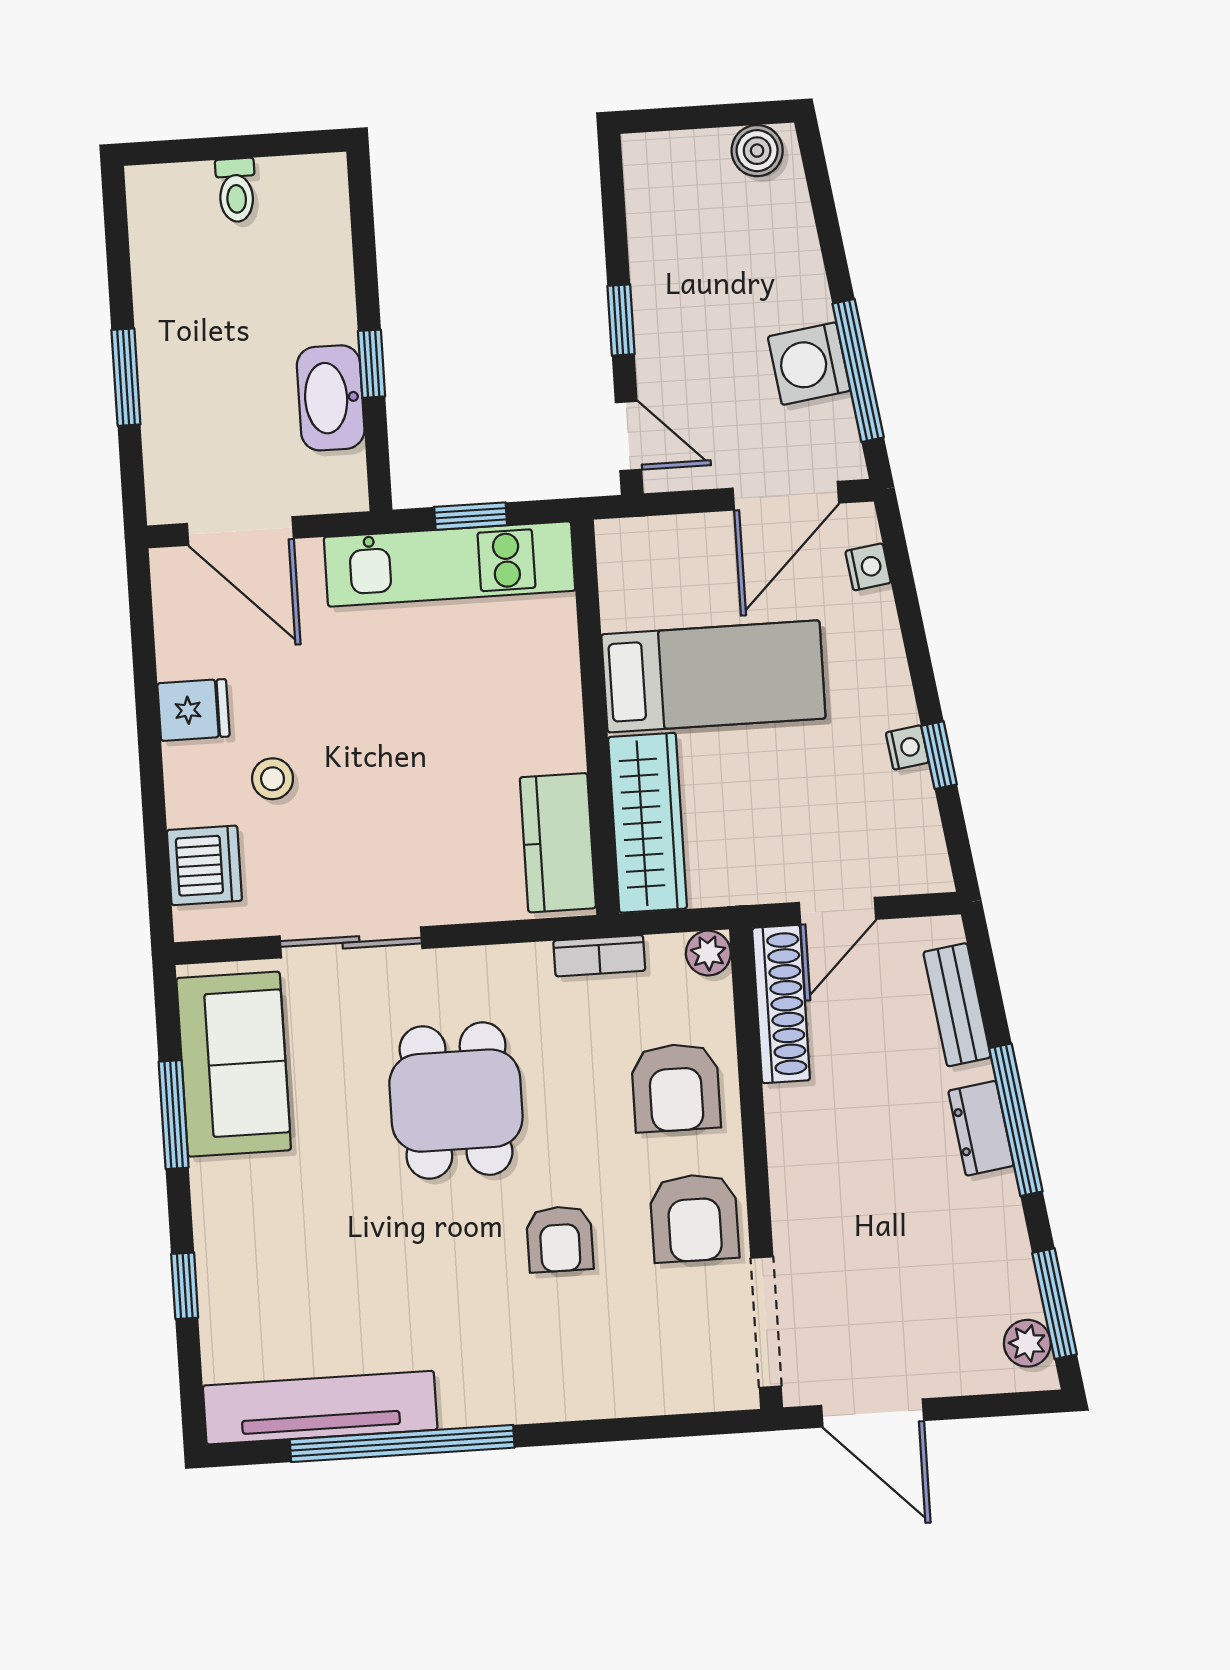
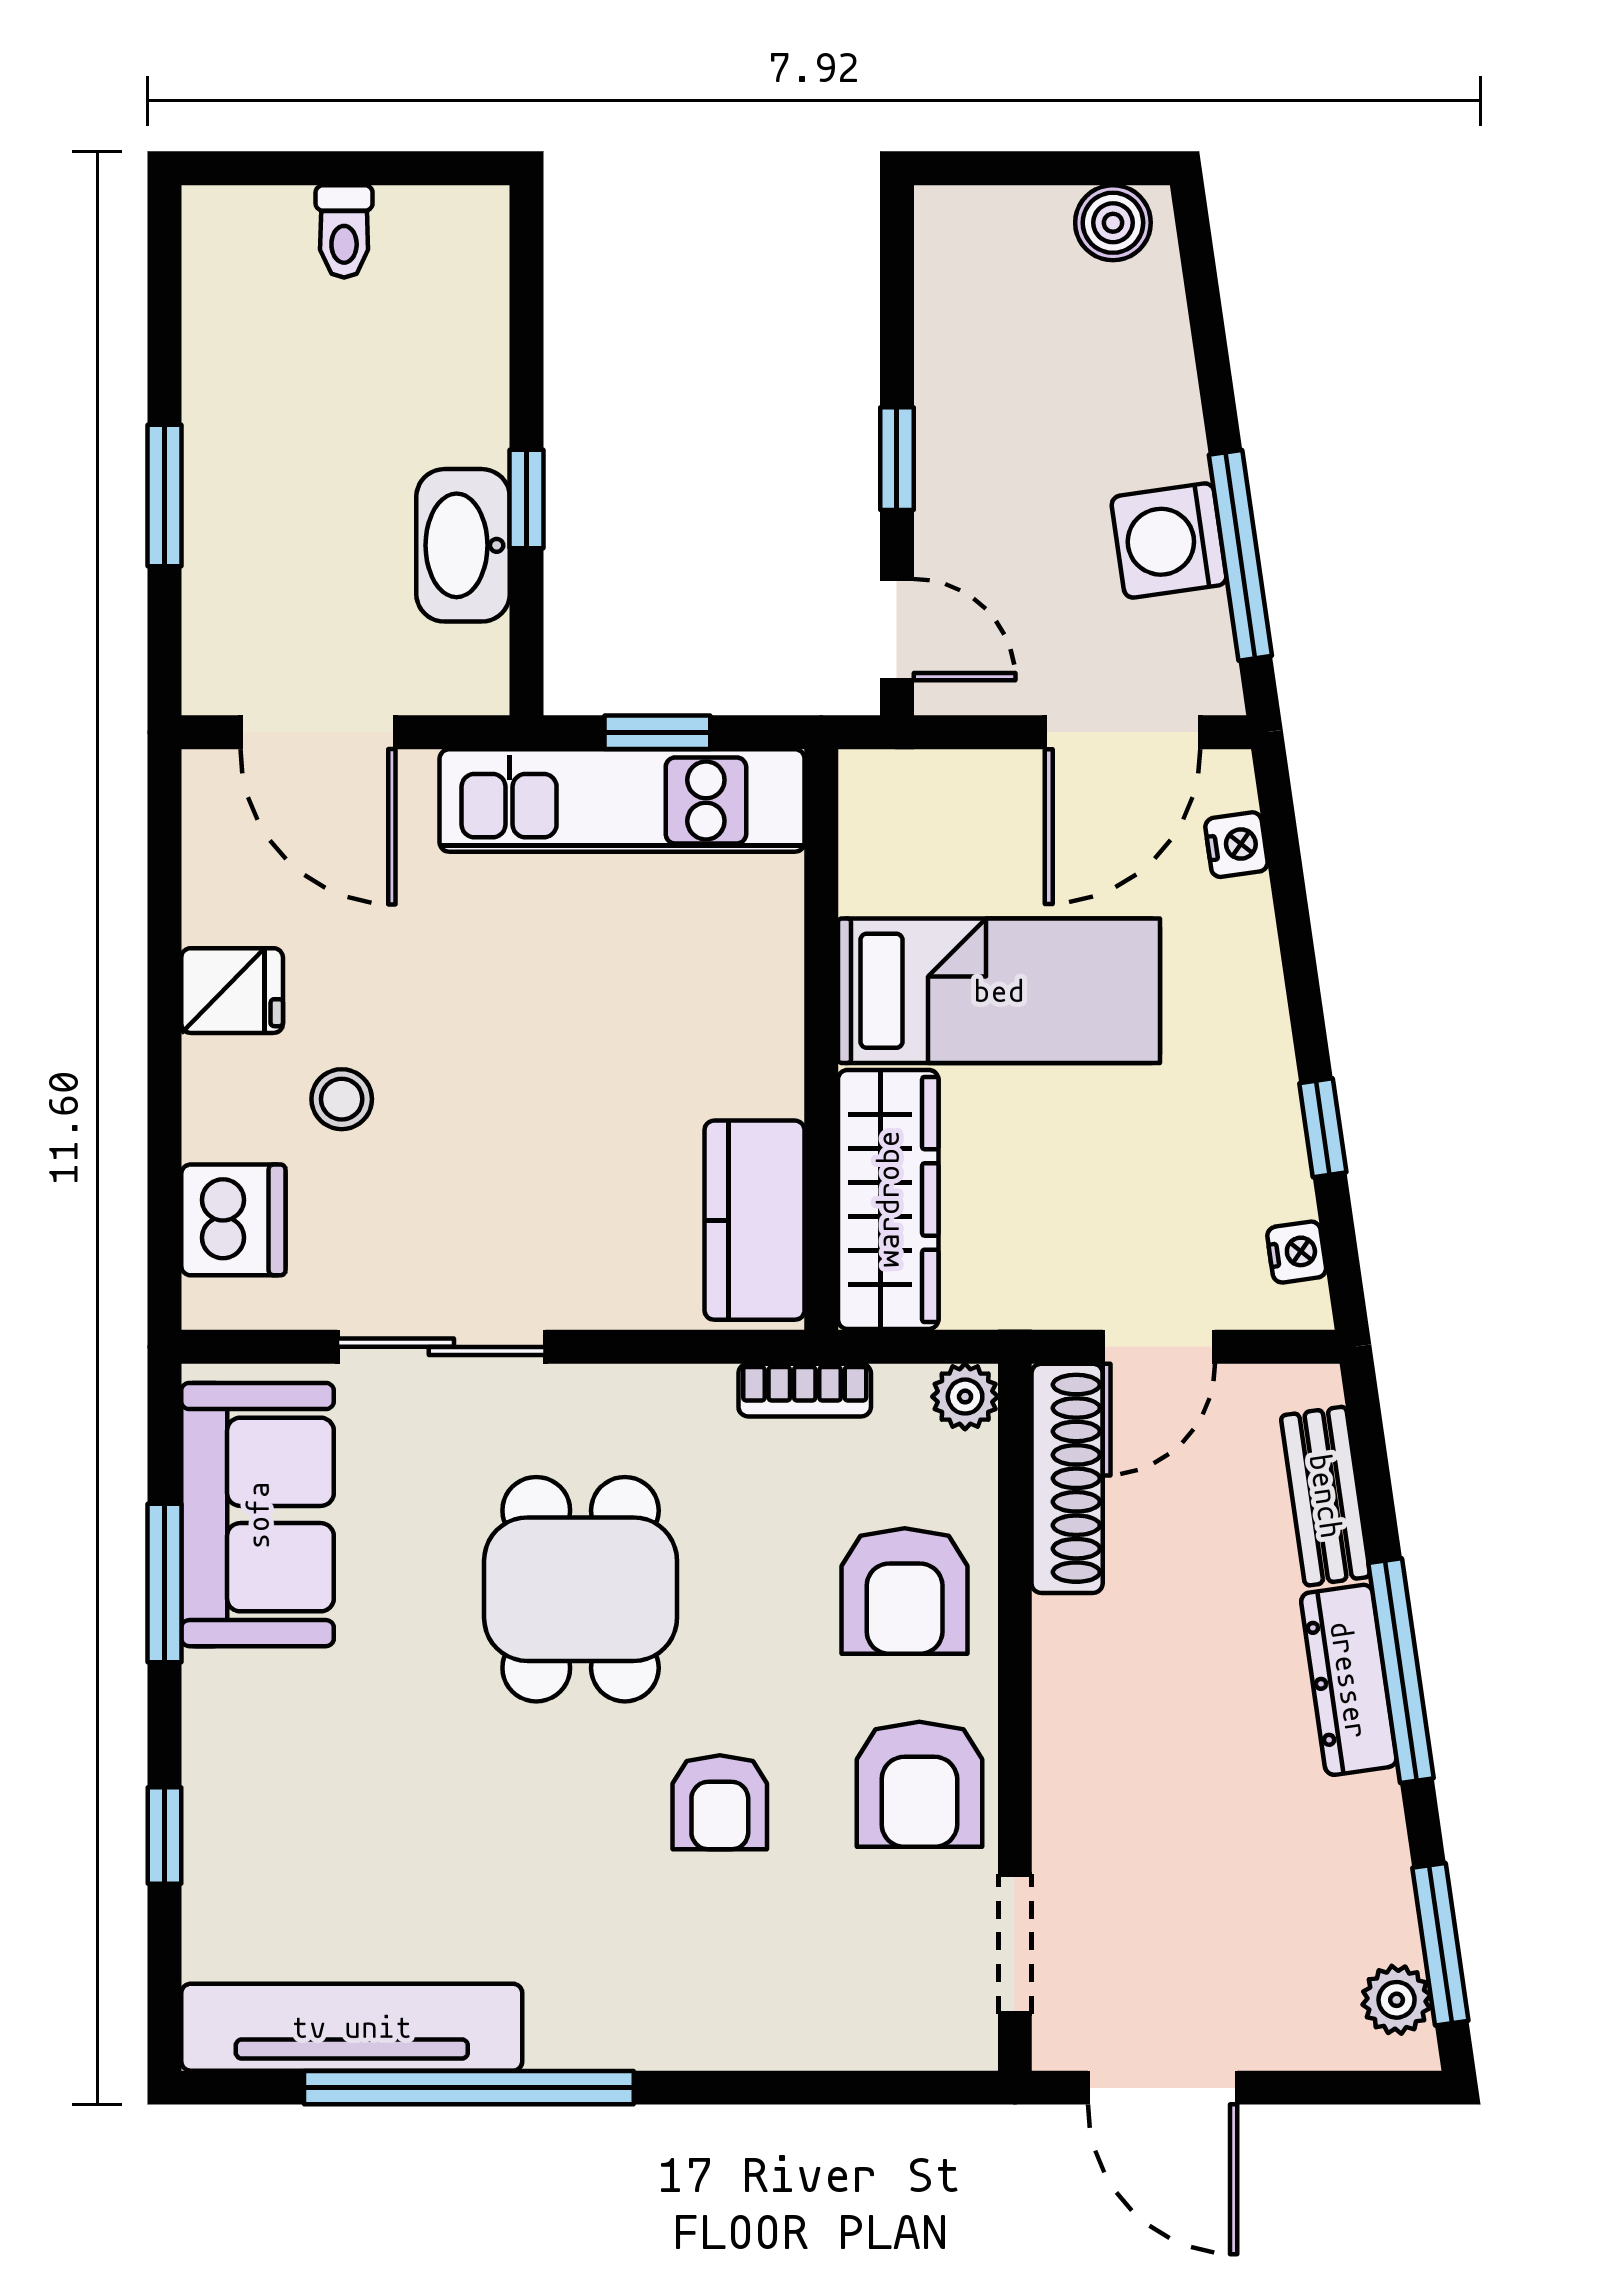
nightstand: (907, 747) -> (1297, 1252), moved
dresser: (981, 1128) -> (1349, 1680), width x1.44
doorway: (766, 1322) -> (1015, 1944), width x0.73

